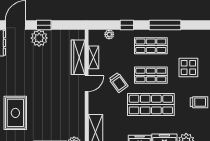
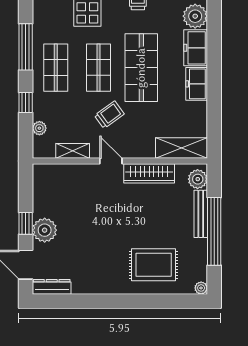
wardrobe: (78, 57) -> (149, 173), moved

